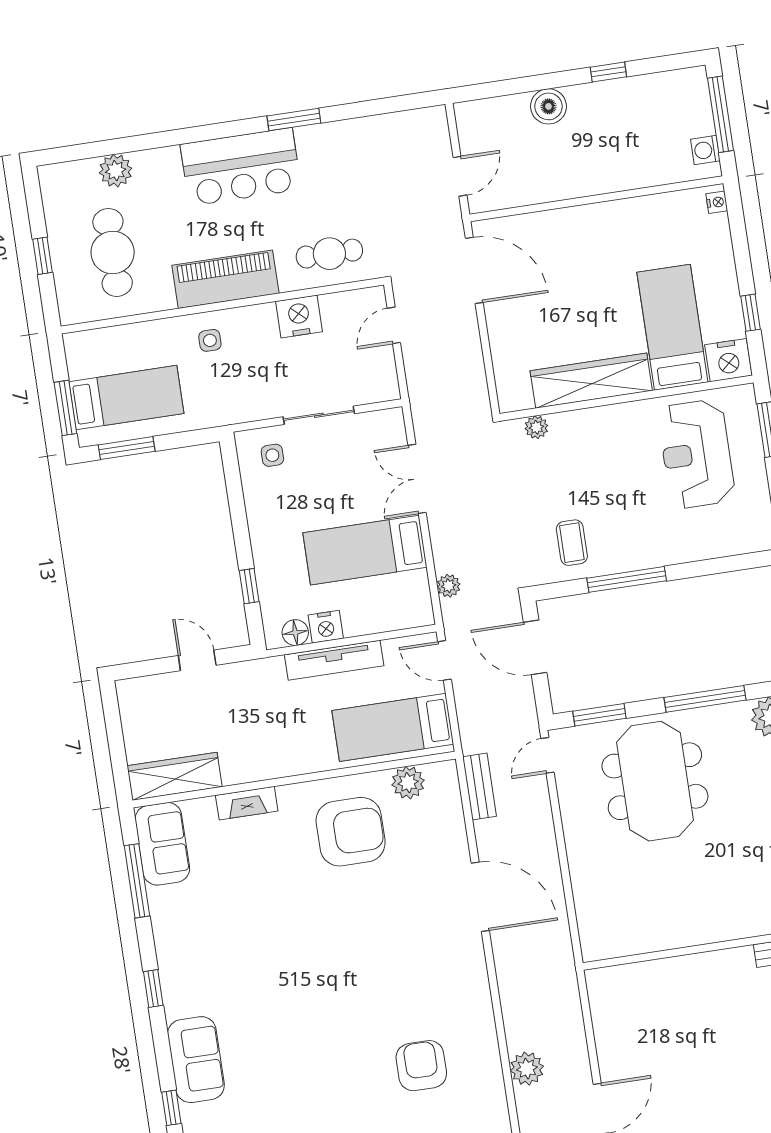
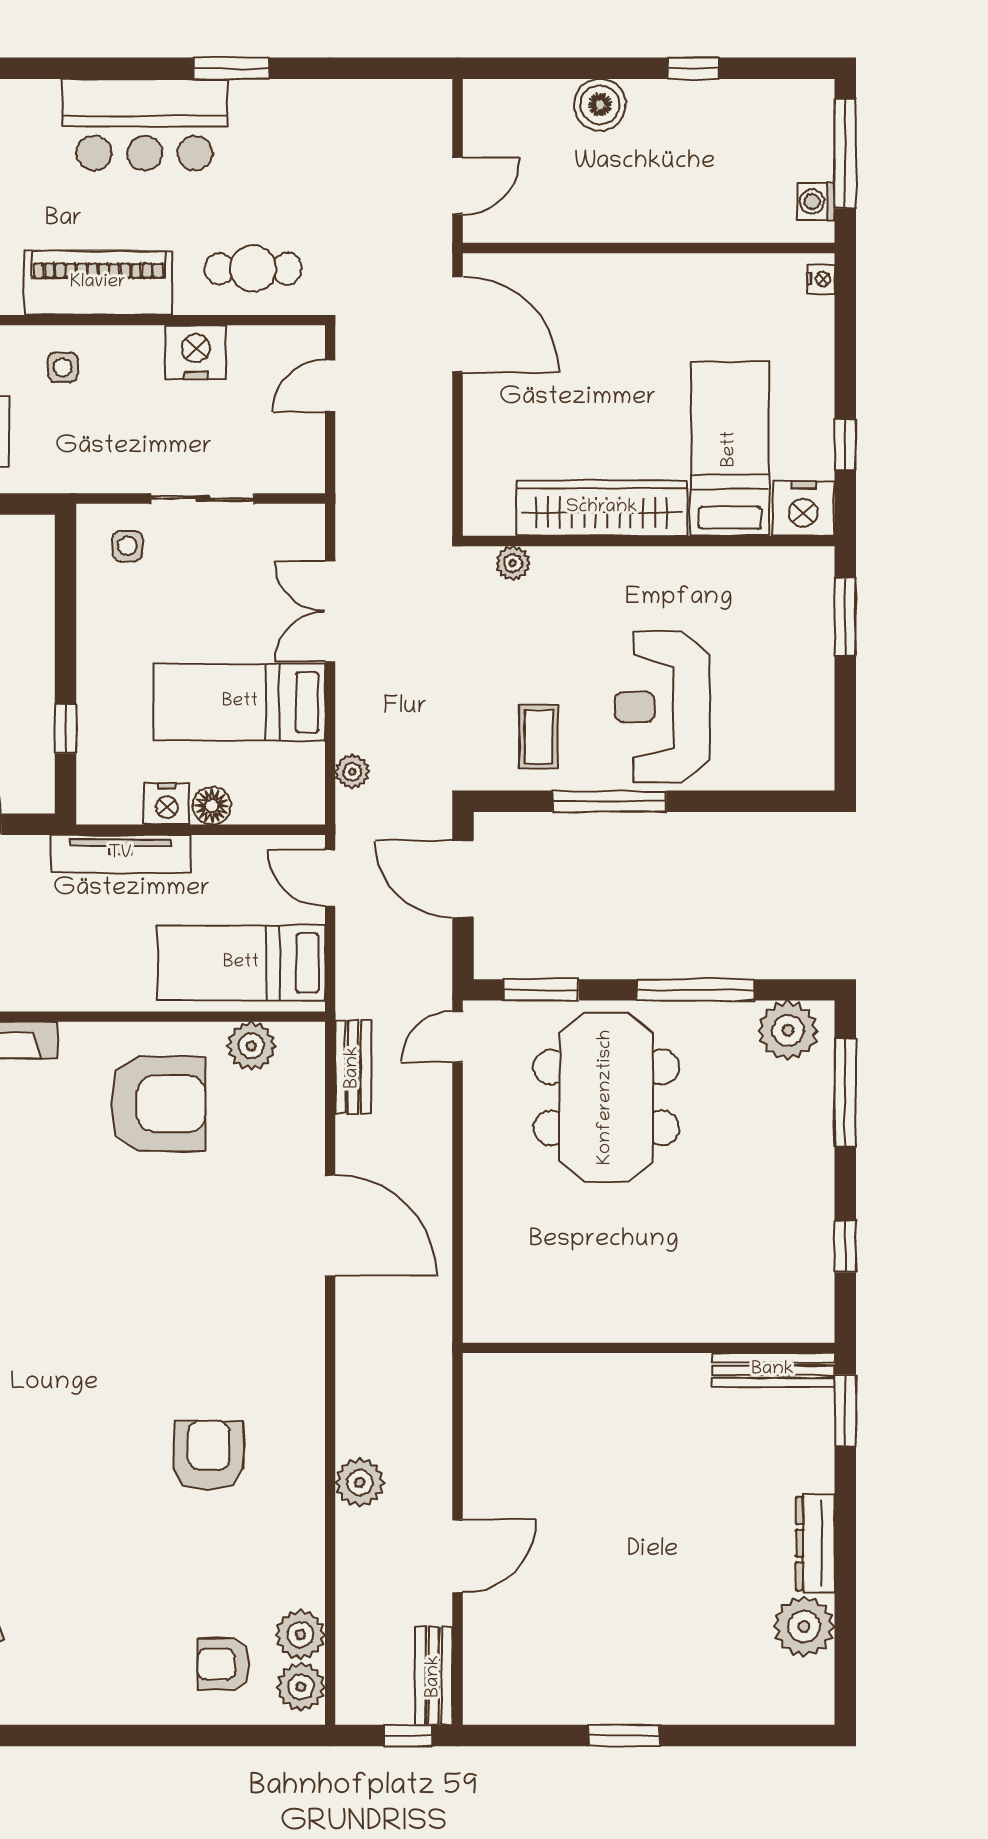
reception desk: (696, 454) -> (662, 707), moved
floor lamp: (295, 633) -> (212, 806), moved
tv unit: (334, 660) -> (120, 854), moved

